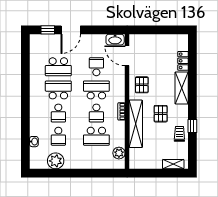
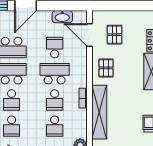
washbasin: (115, 40) -> (62, 17), moved
pallet: (161, 114) -> (115, 35), moved
school desk: (96, 136) -> (55, 126), width x0.54

